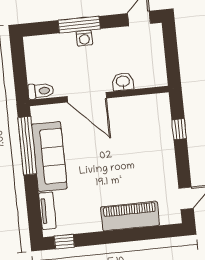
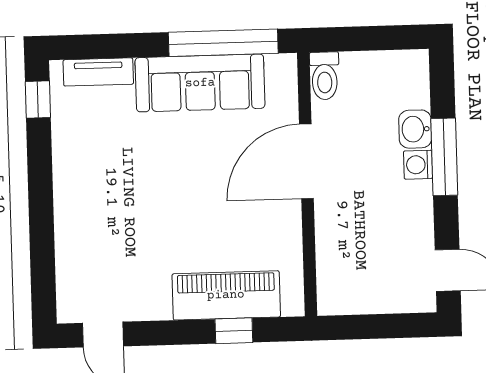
washbasin: (123, 82) -> (415, 129), moved, turned 180
piano: (130, 216) -> (226, 295), moved, turned -90

